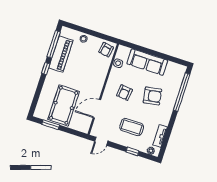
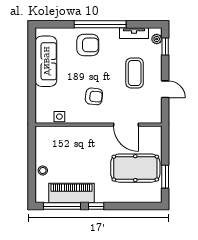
armchair: (106, 50) -> (47, 137), removed
sofa: (147, 62) -> (46, 61), moved
window: (182, 92) -> (100, 24), moved
armchair: (152, 96) -> (88, 45), moved, turned 99
door: (101, 141) -> (165, 89), moved
window: (133, 151) -> (165, 47), moved

